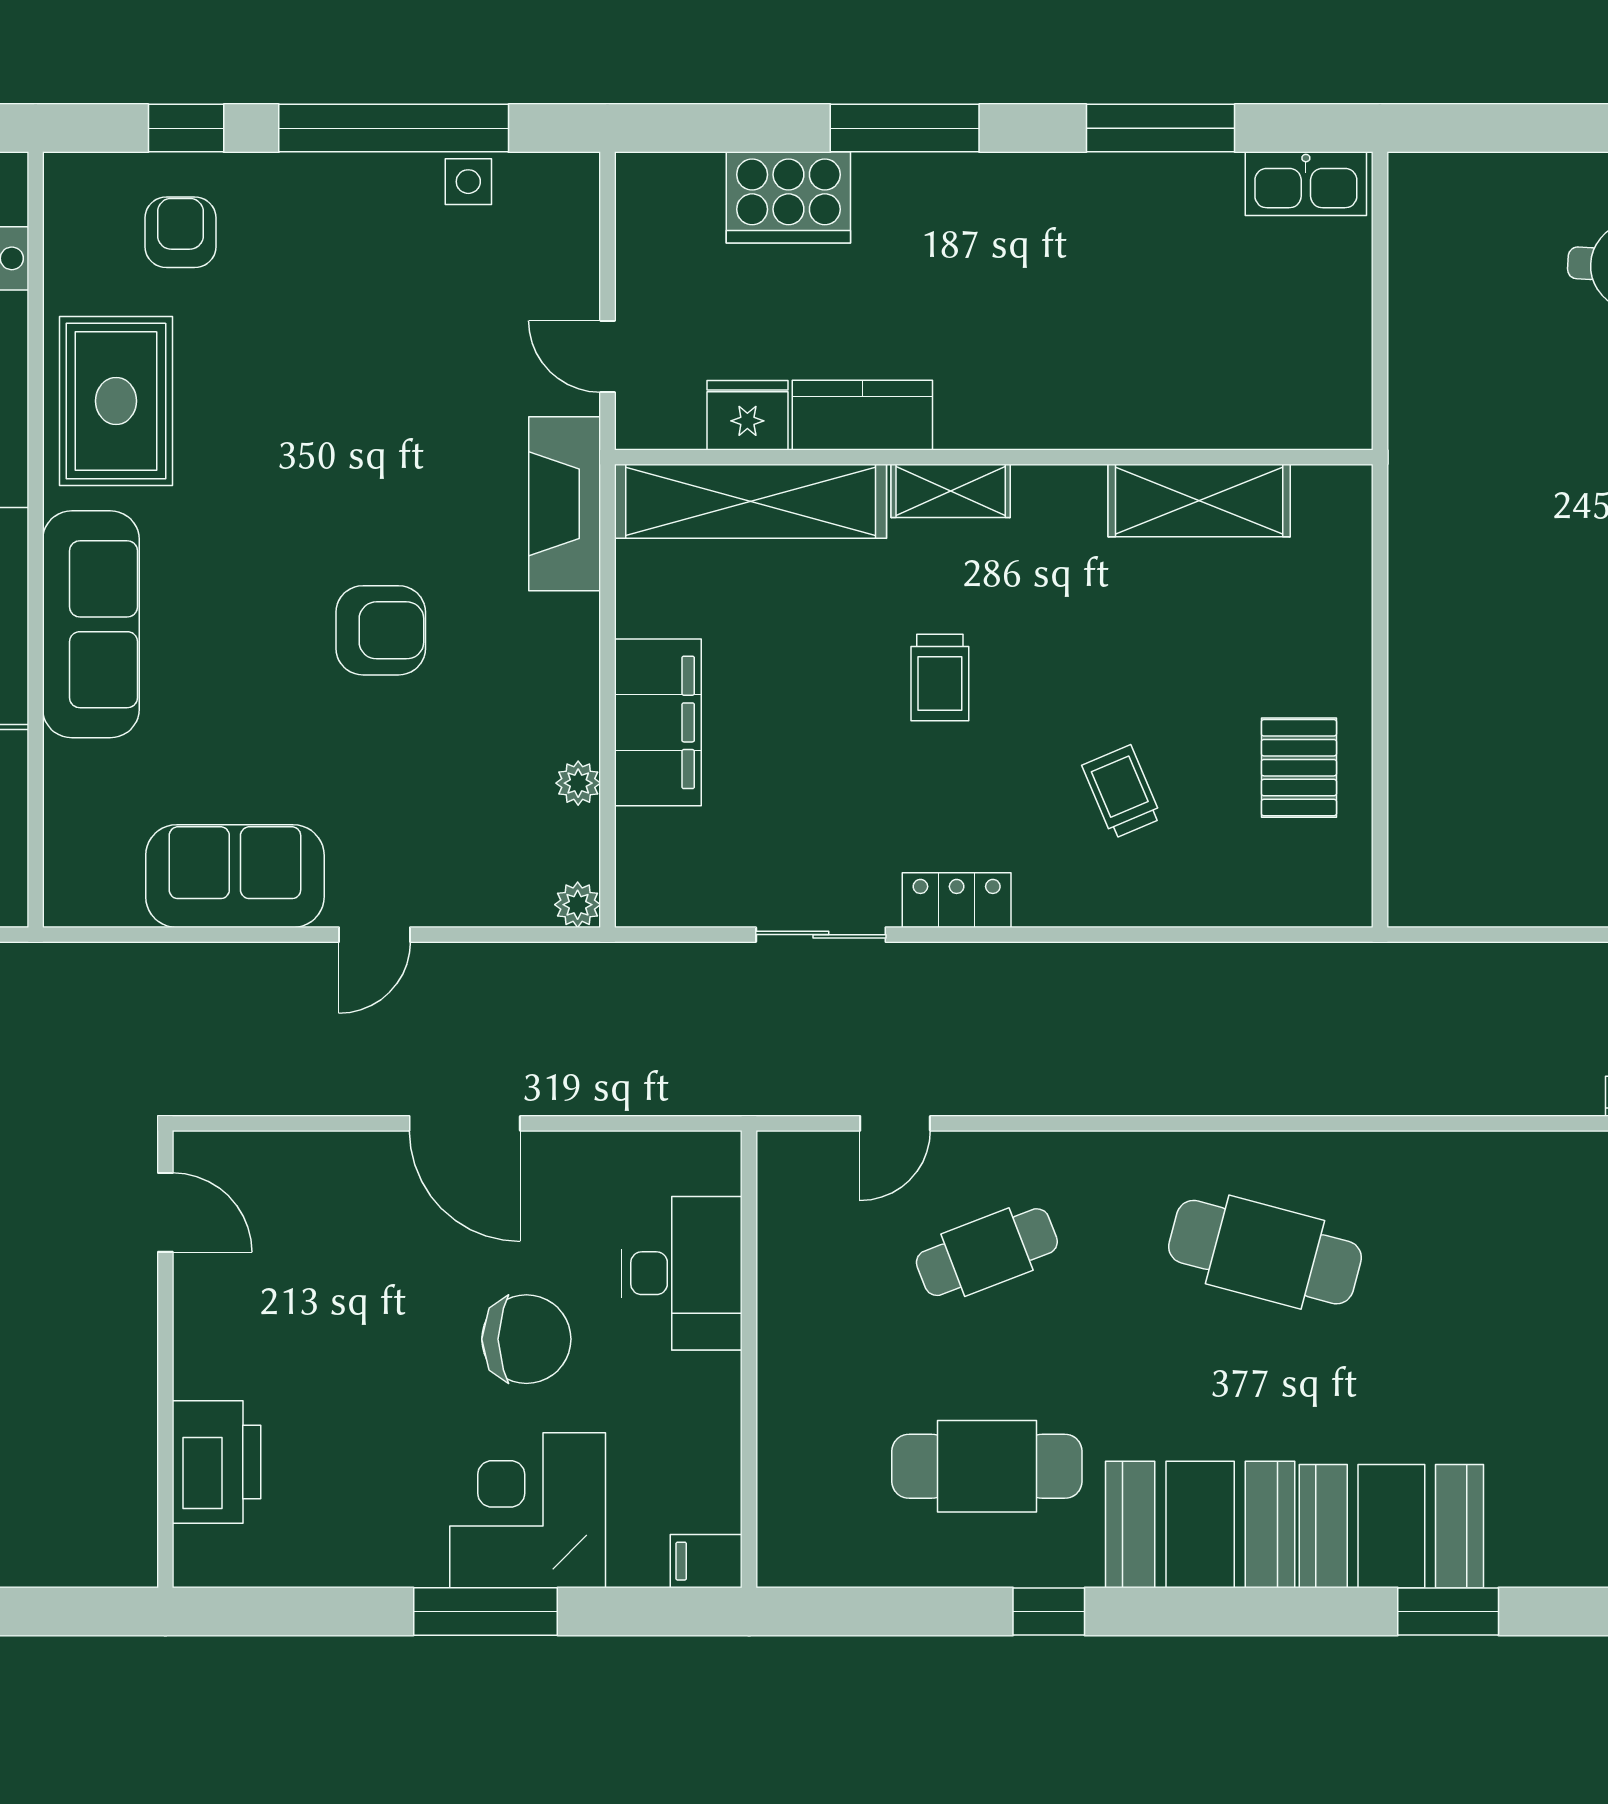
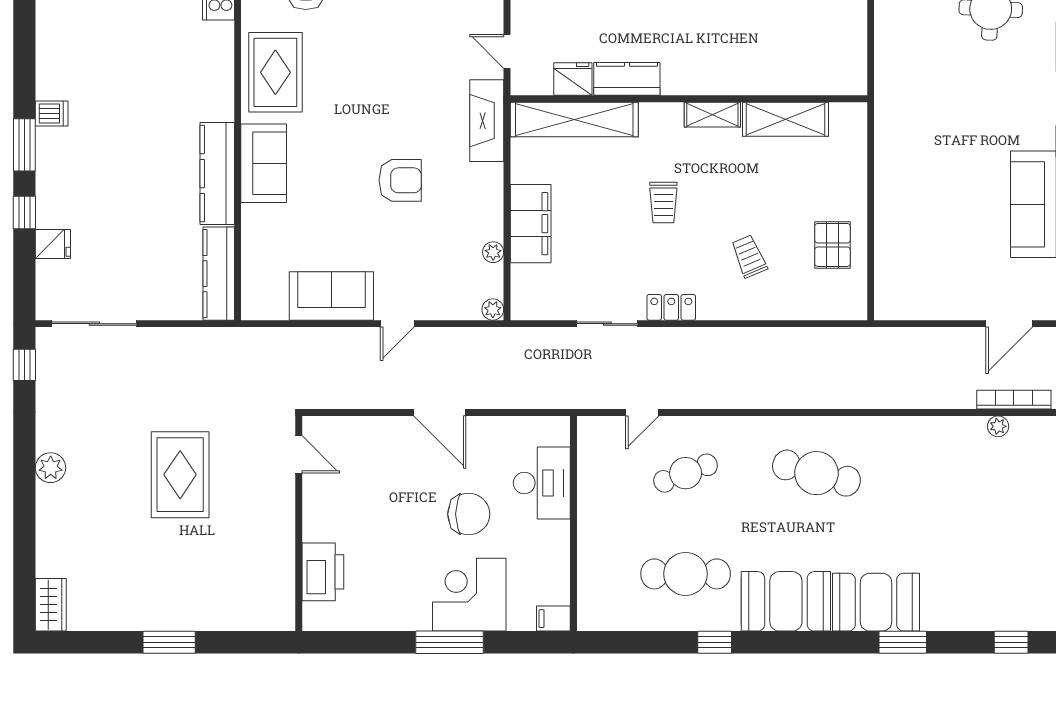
shelving: (951, 491) -> (712, 115), moved
sofa: (91, 624) -> (264, 163), width x0.73

